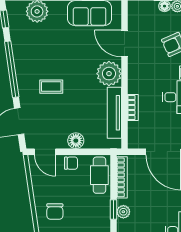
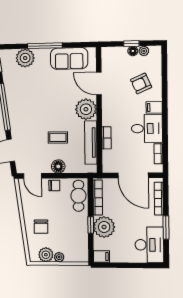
coffee table: (51, 87) -> (58, 137), moved
plant: (123, 212) -> (104, 227), width x1.88, depth x1.88

